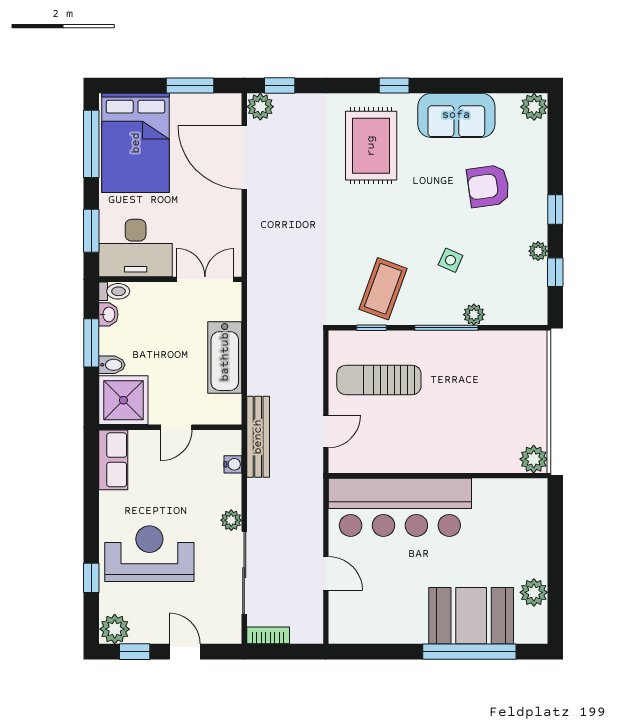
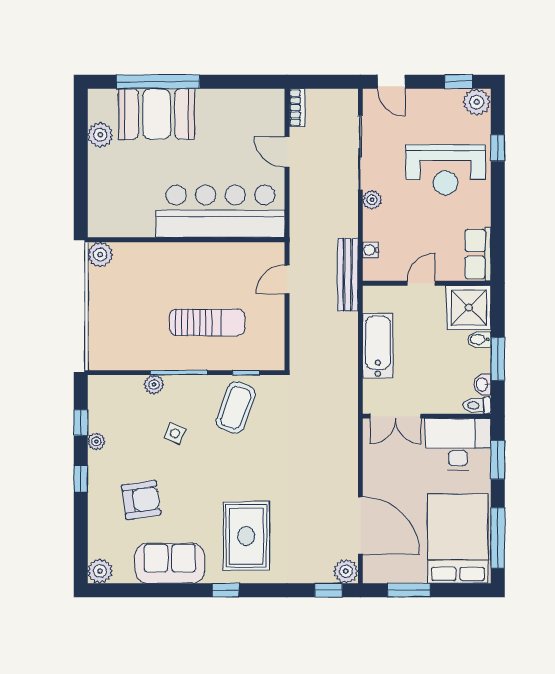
sun lounger: (379, 380) -> (207, 322), moved
bookcase: (268, 635) -> (297, 108), moved, turned -90
door: (185, 652) -> (391, 82), moved

